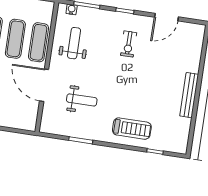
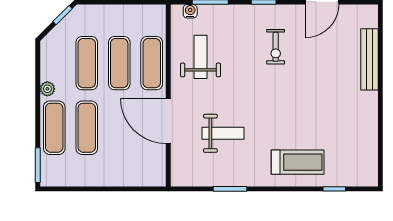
bench: (189, 95) -> (369, 59), moved

